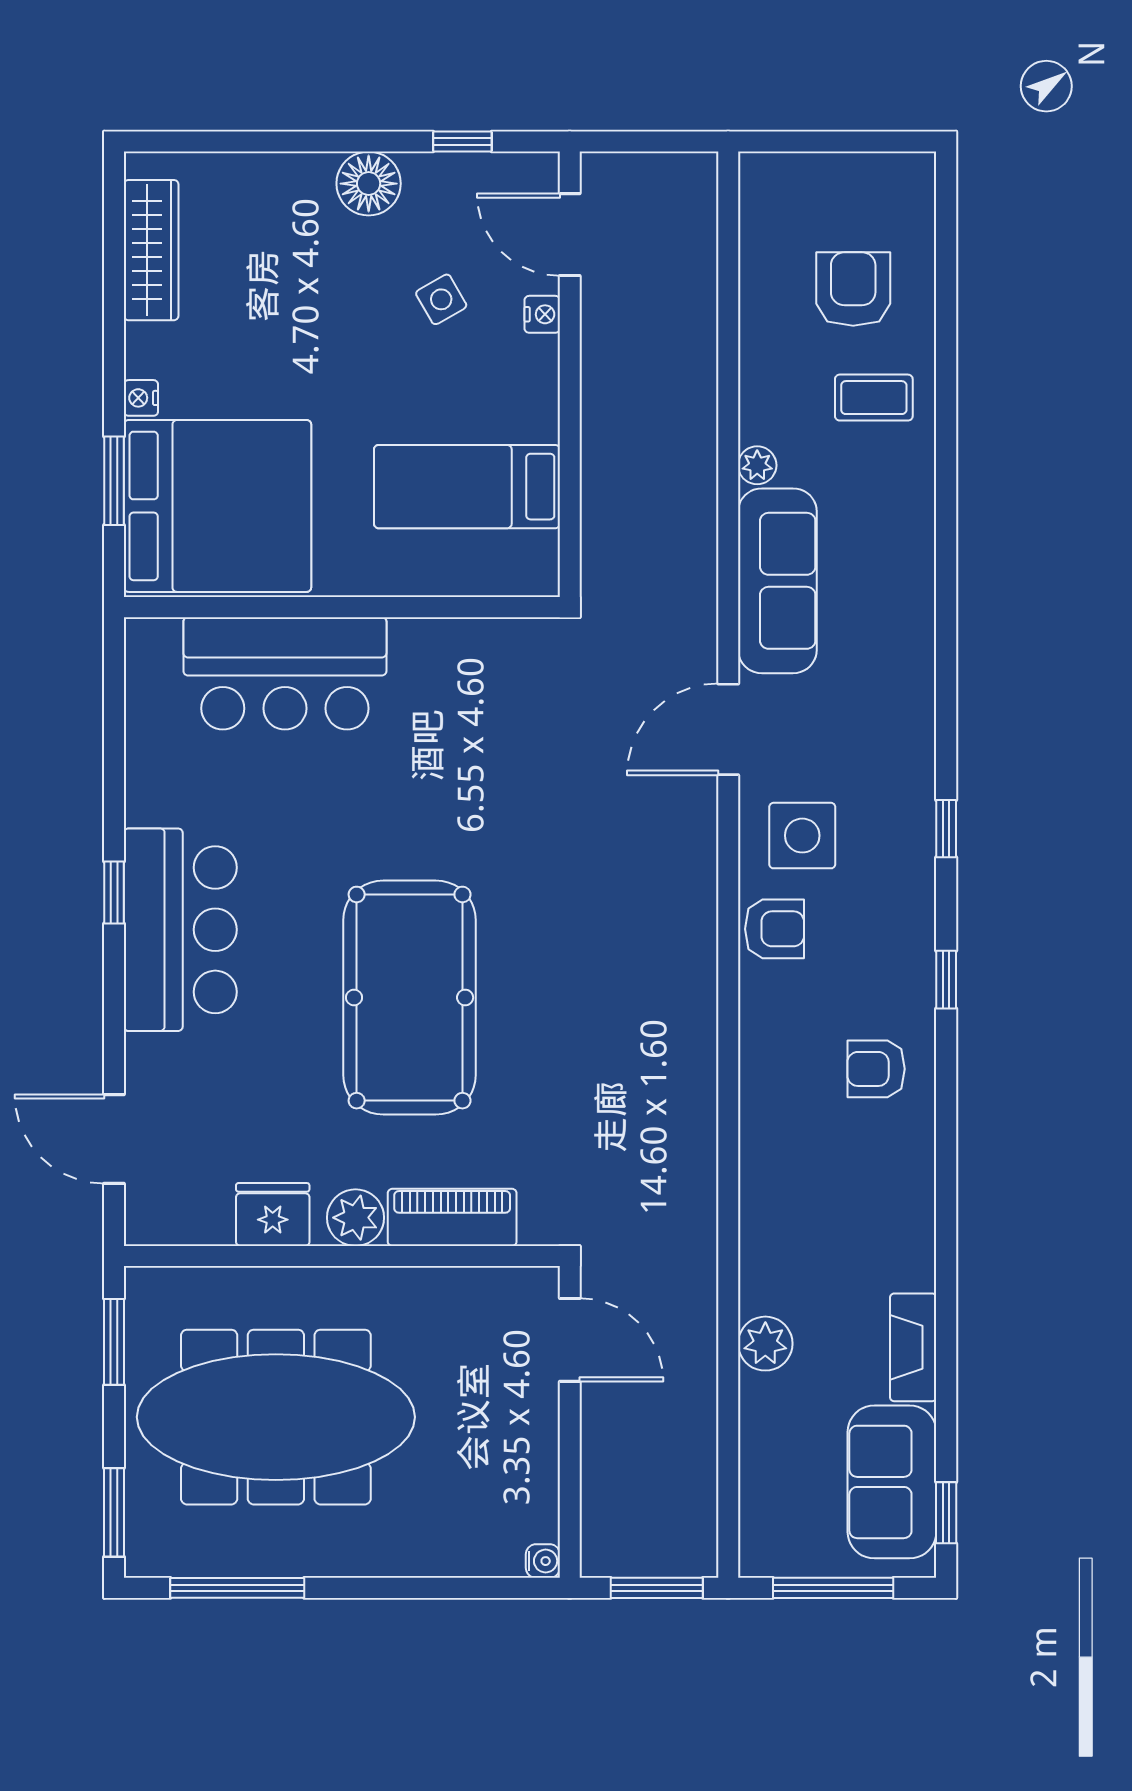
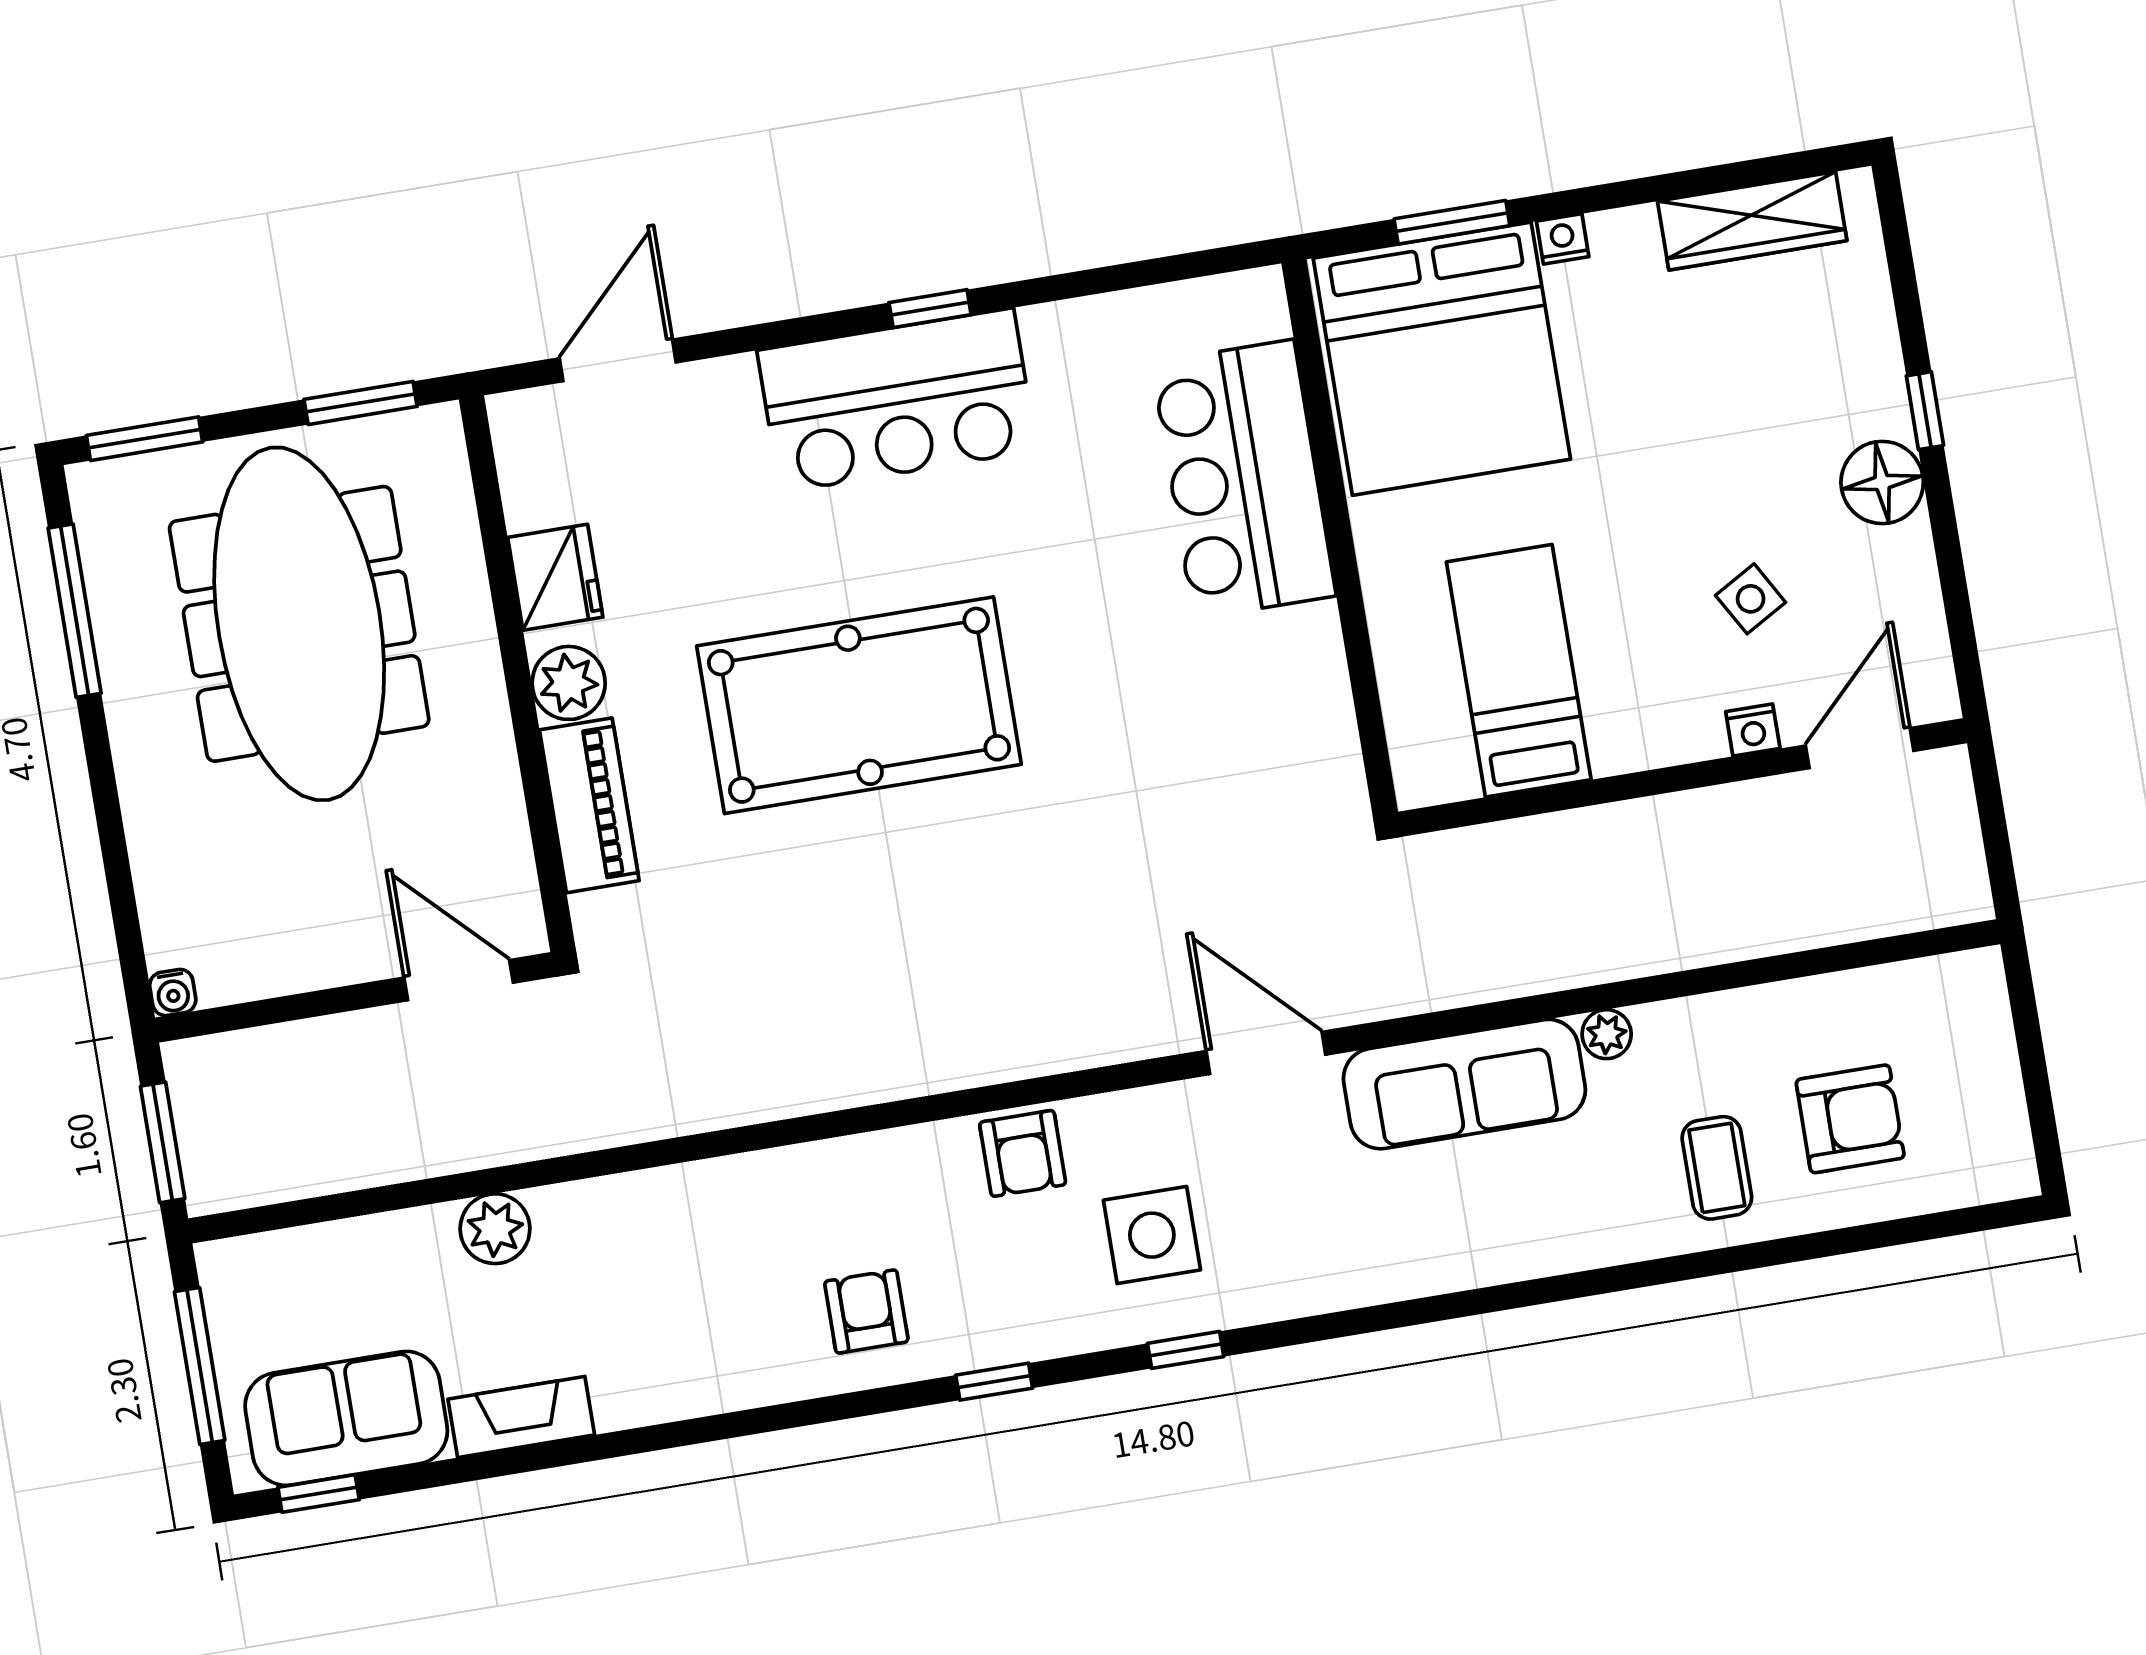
window: (462, 142) -> (1925, 411), moved
side table: (802, 836) -> (1152, 1235), moved
door: (570, 1340) -> (459, 980), swing flipped

